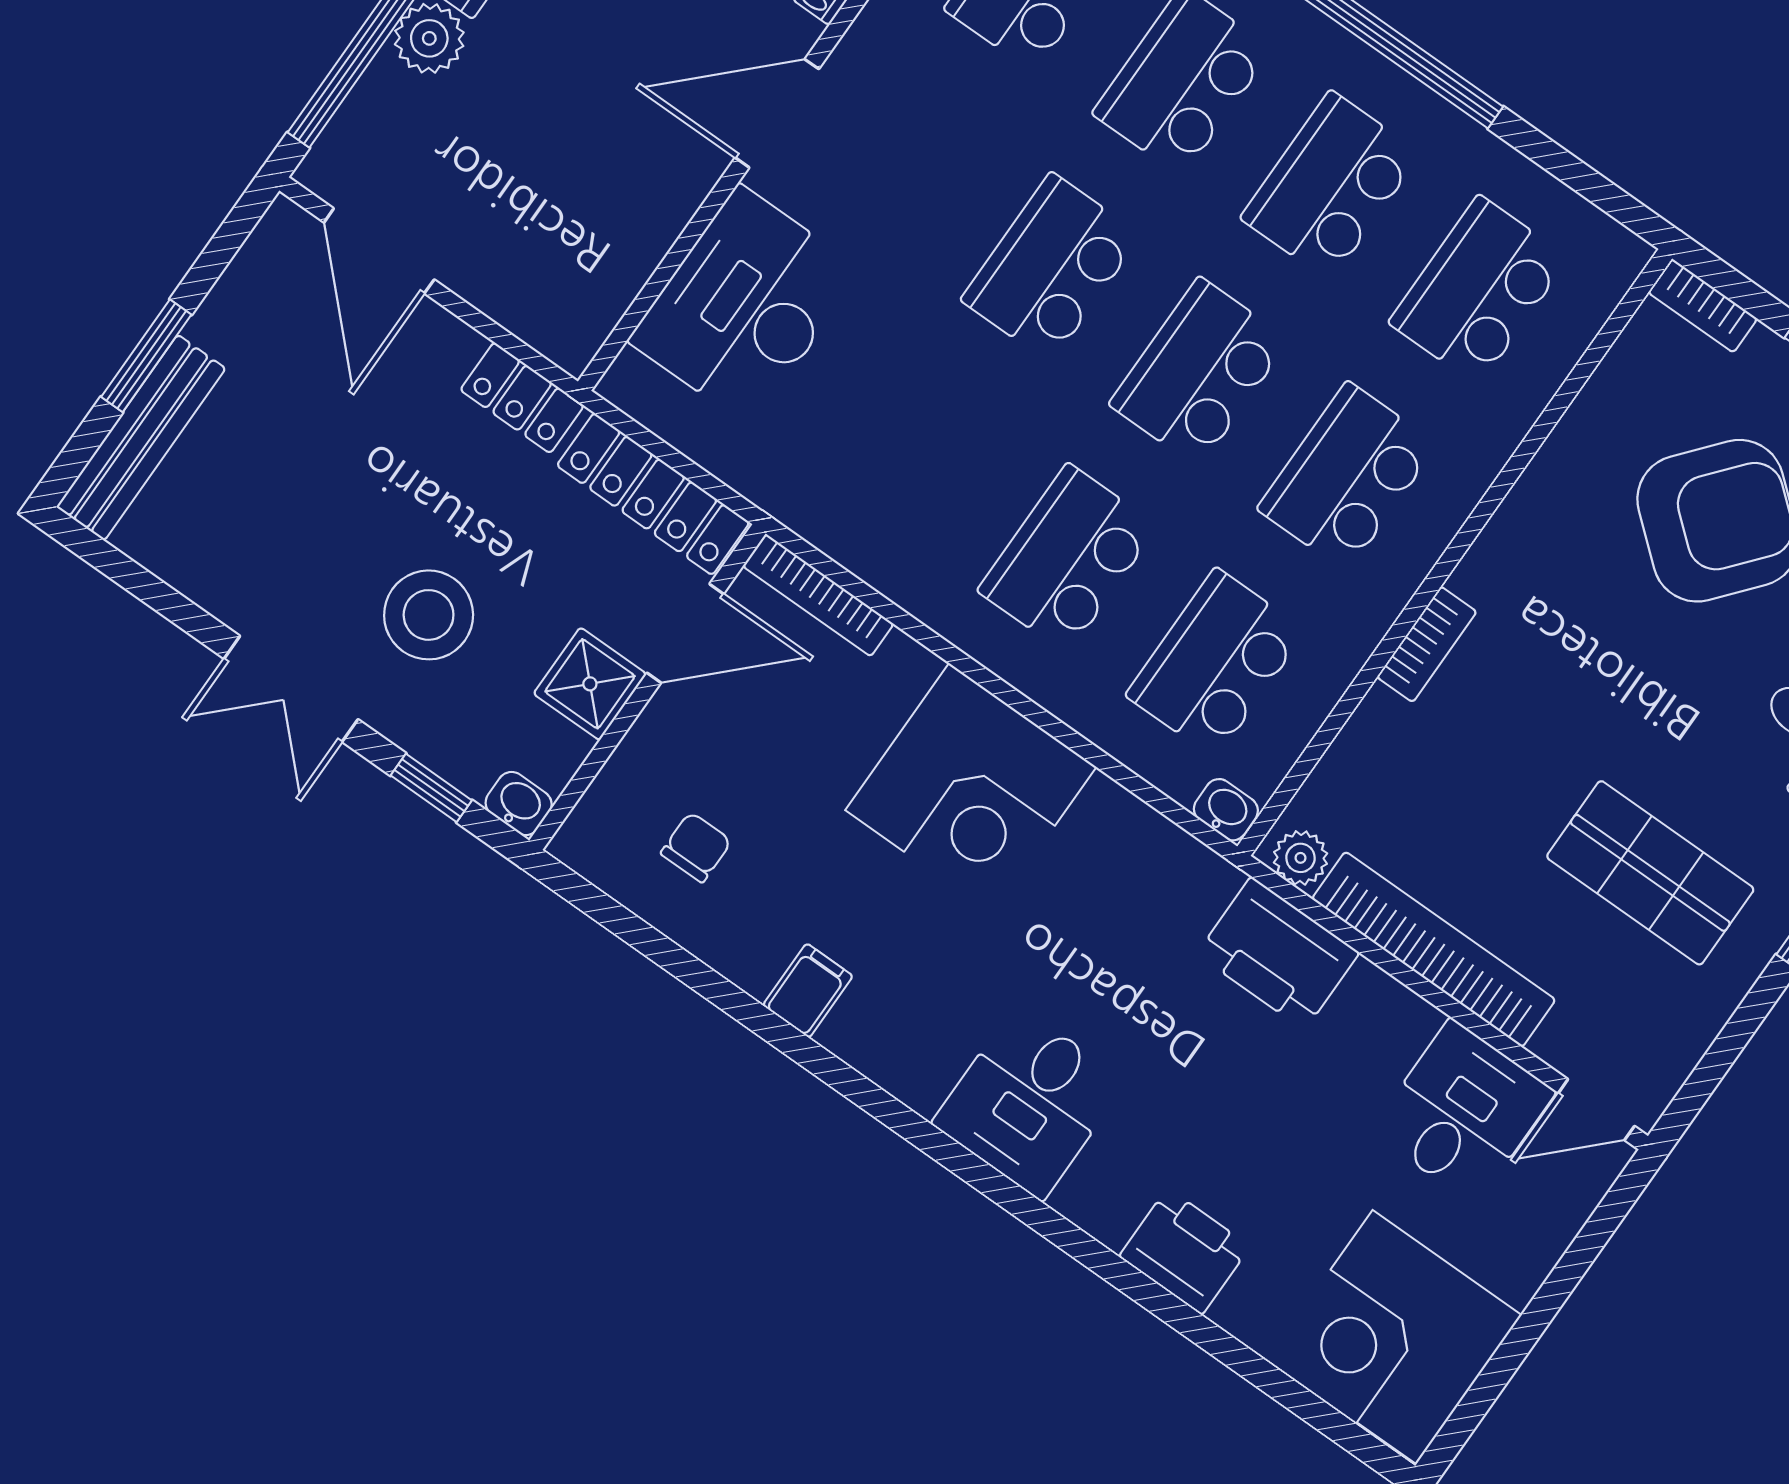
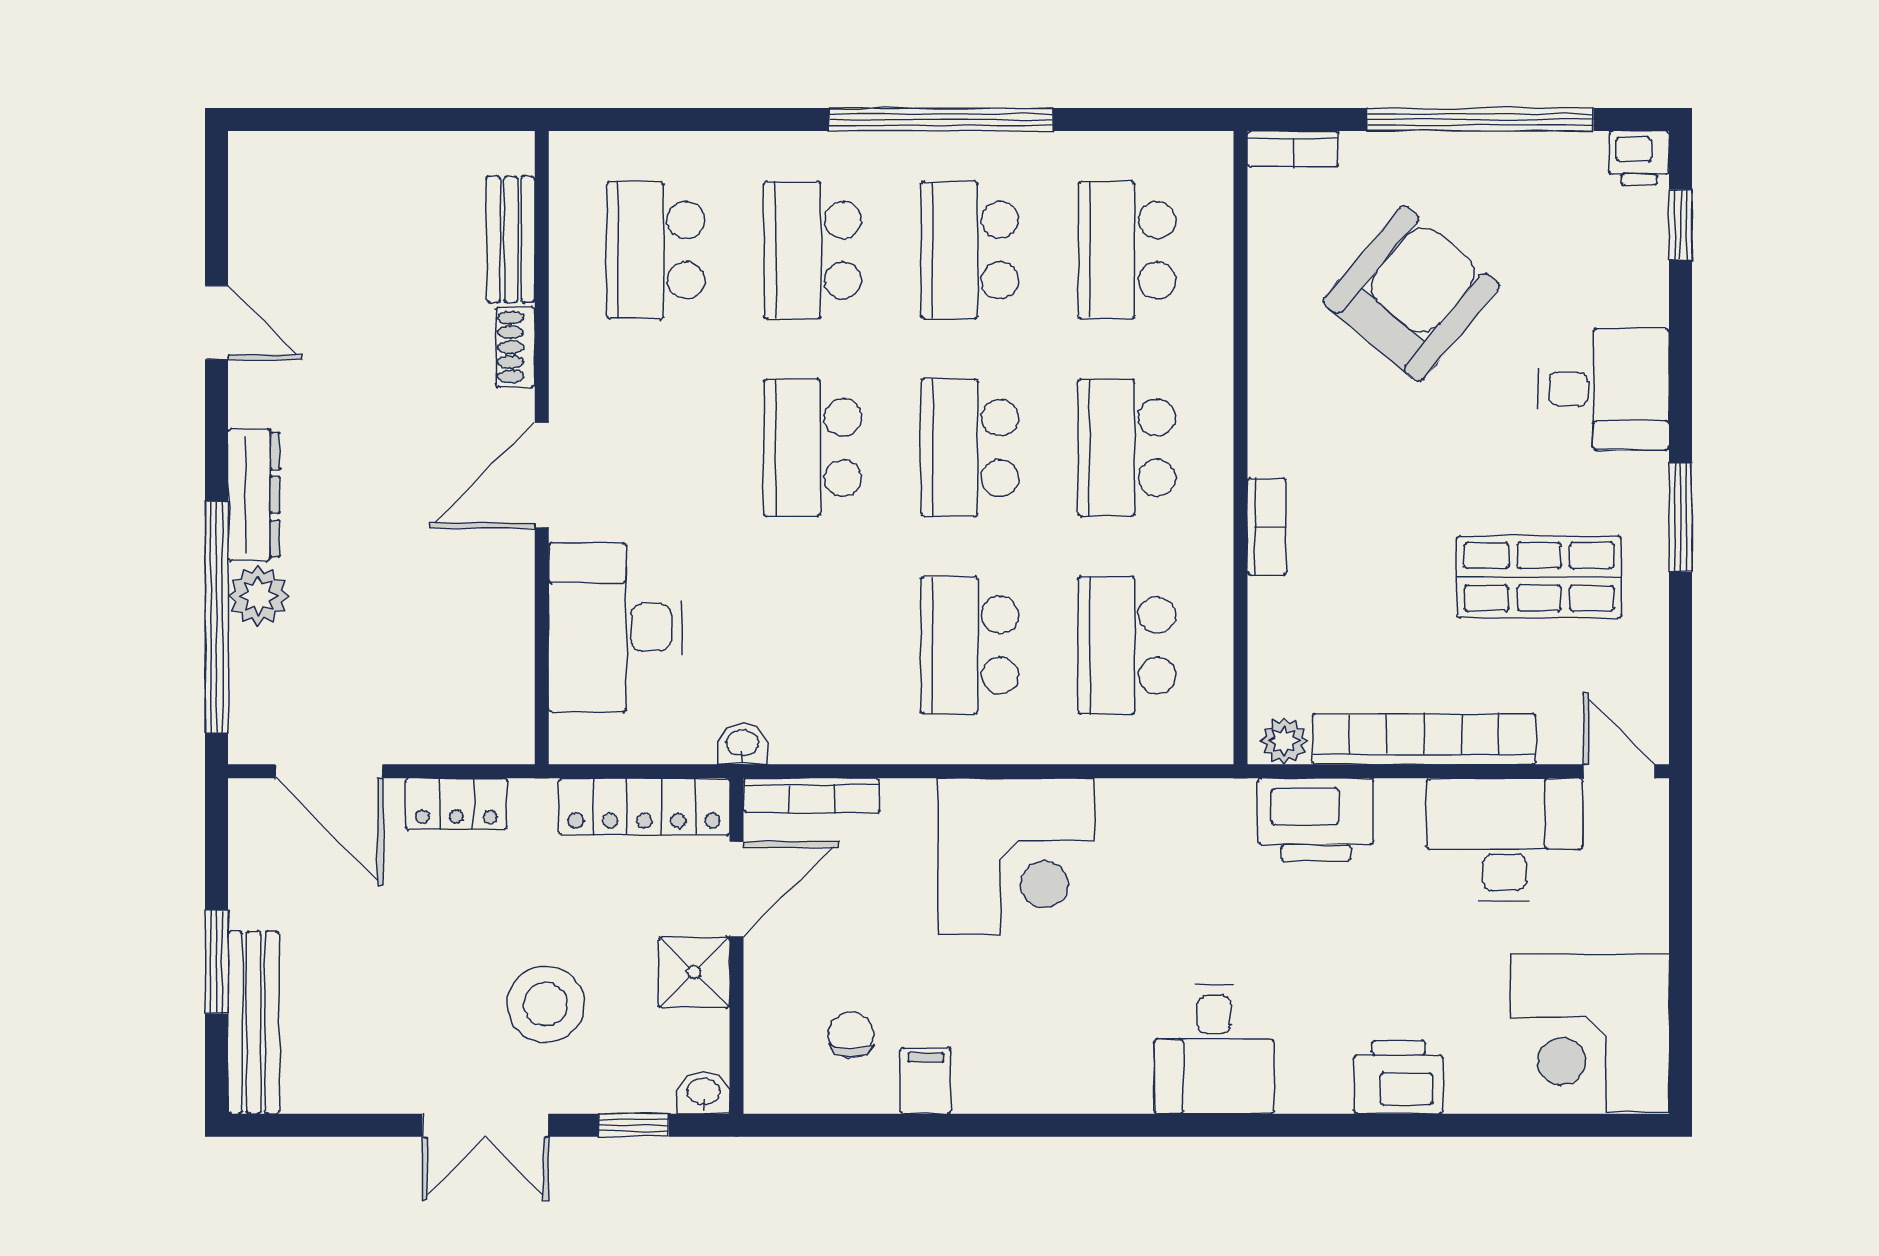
locker: (522, 398) -> (456, 804), moved
washbasin: (1226, 810) -> (742, 744), moved
filing cabinet: (808, 991) -> (926, 1081), moved
door: (1596, 1110) -> (1619, 771), swing flipped
desk: (1463, 1112) -> (1505, 839), width x1.37

